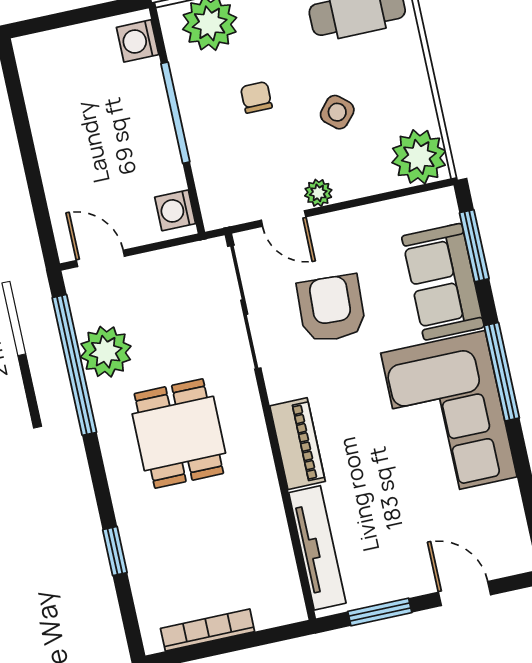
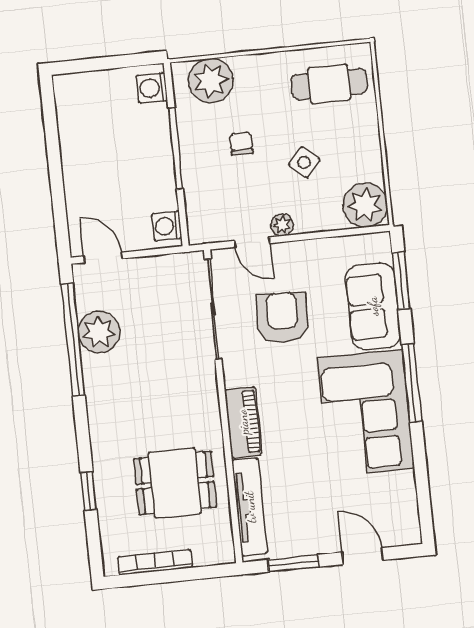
dining table: (179, 433) -> (175, 483), moved, turned 90

